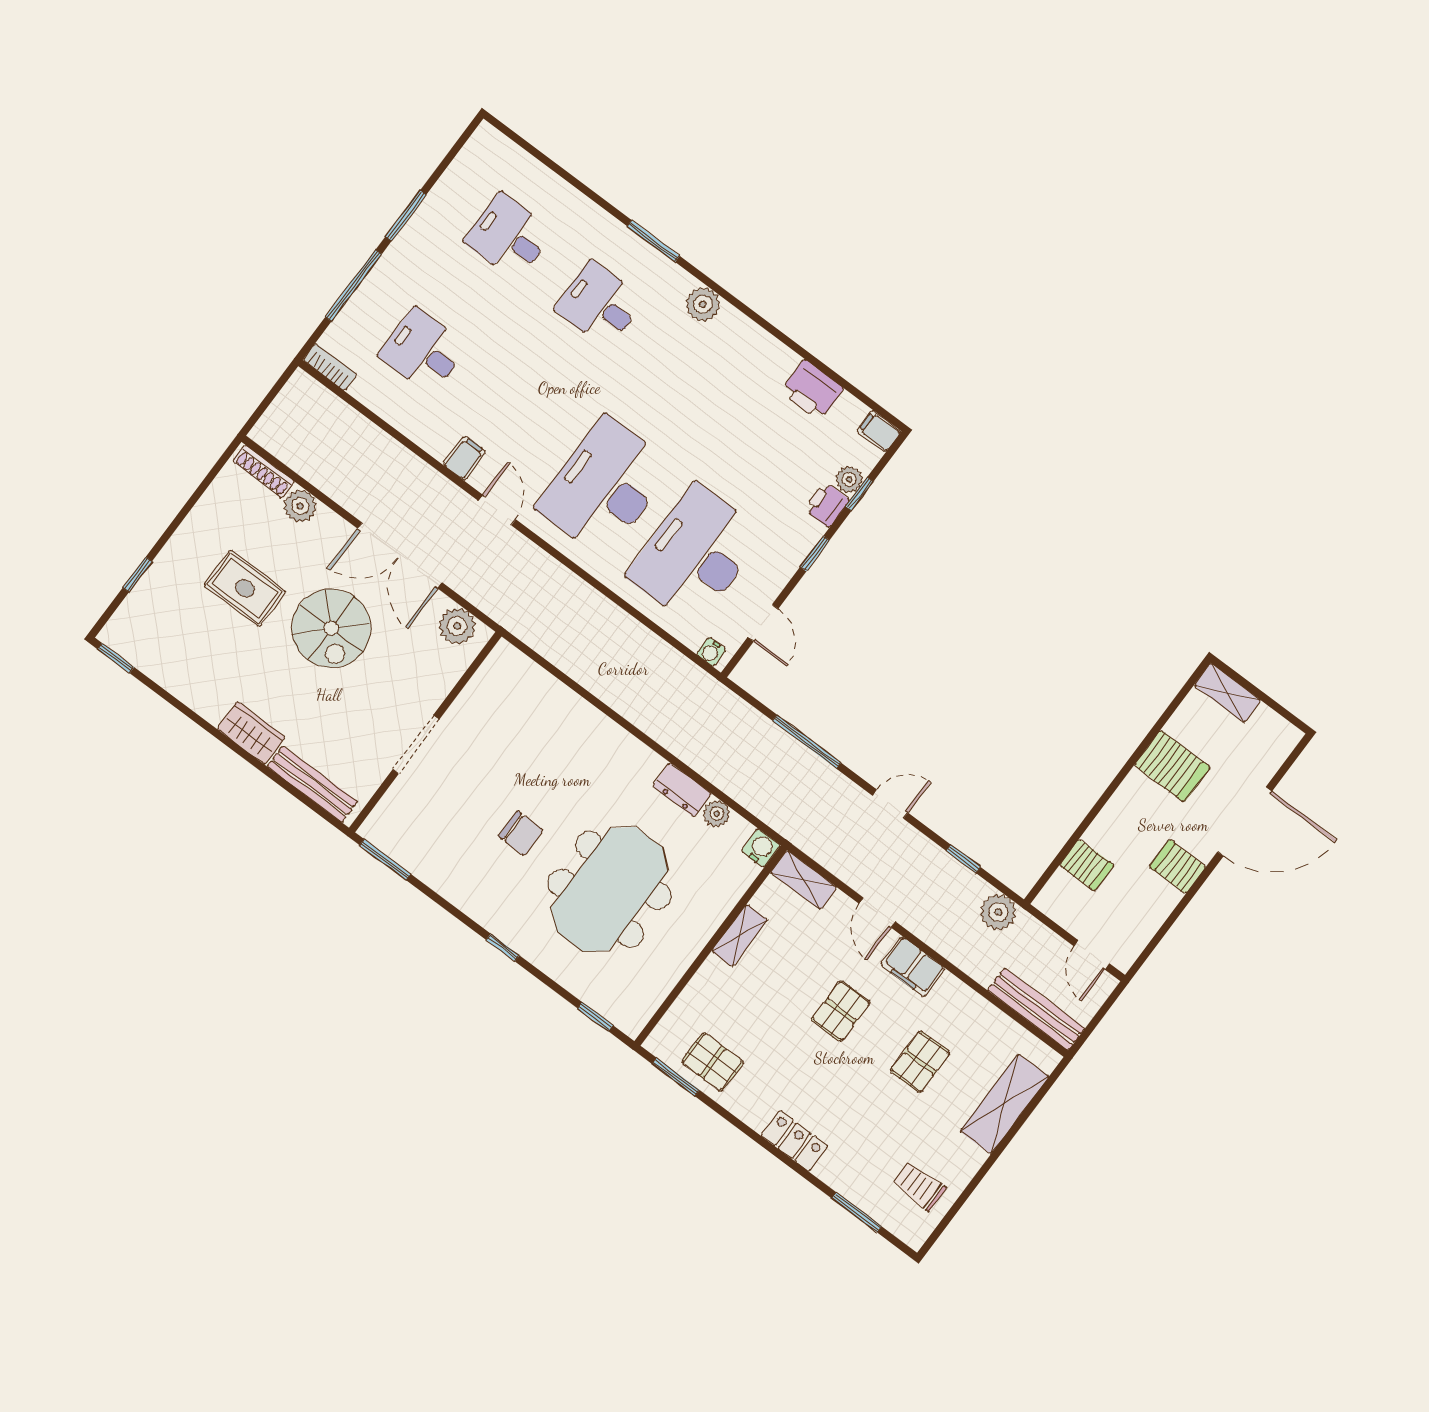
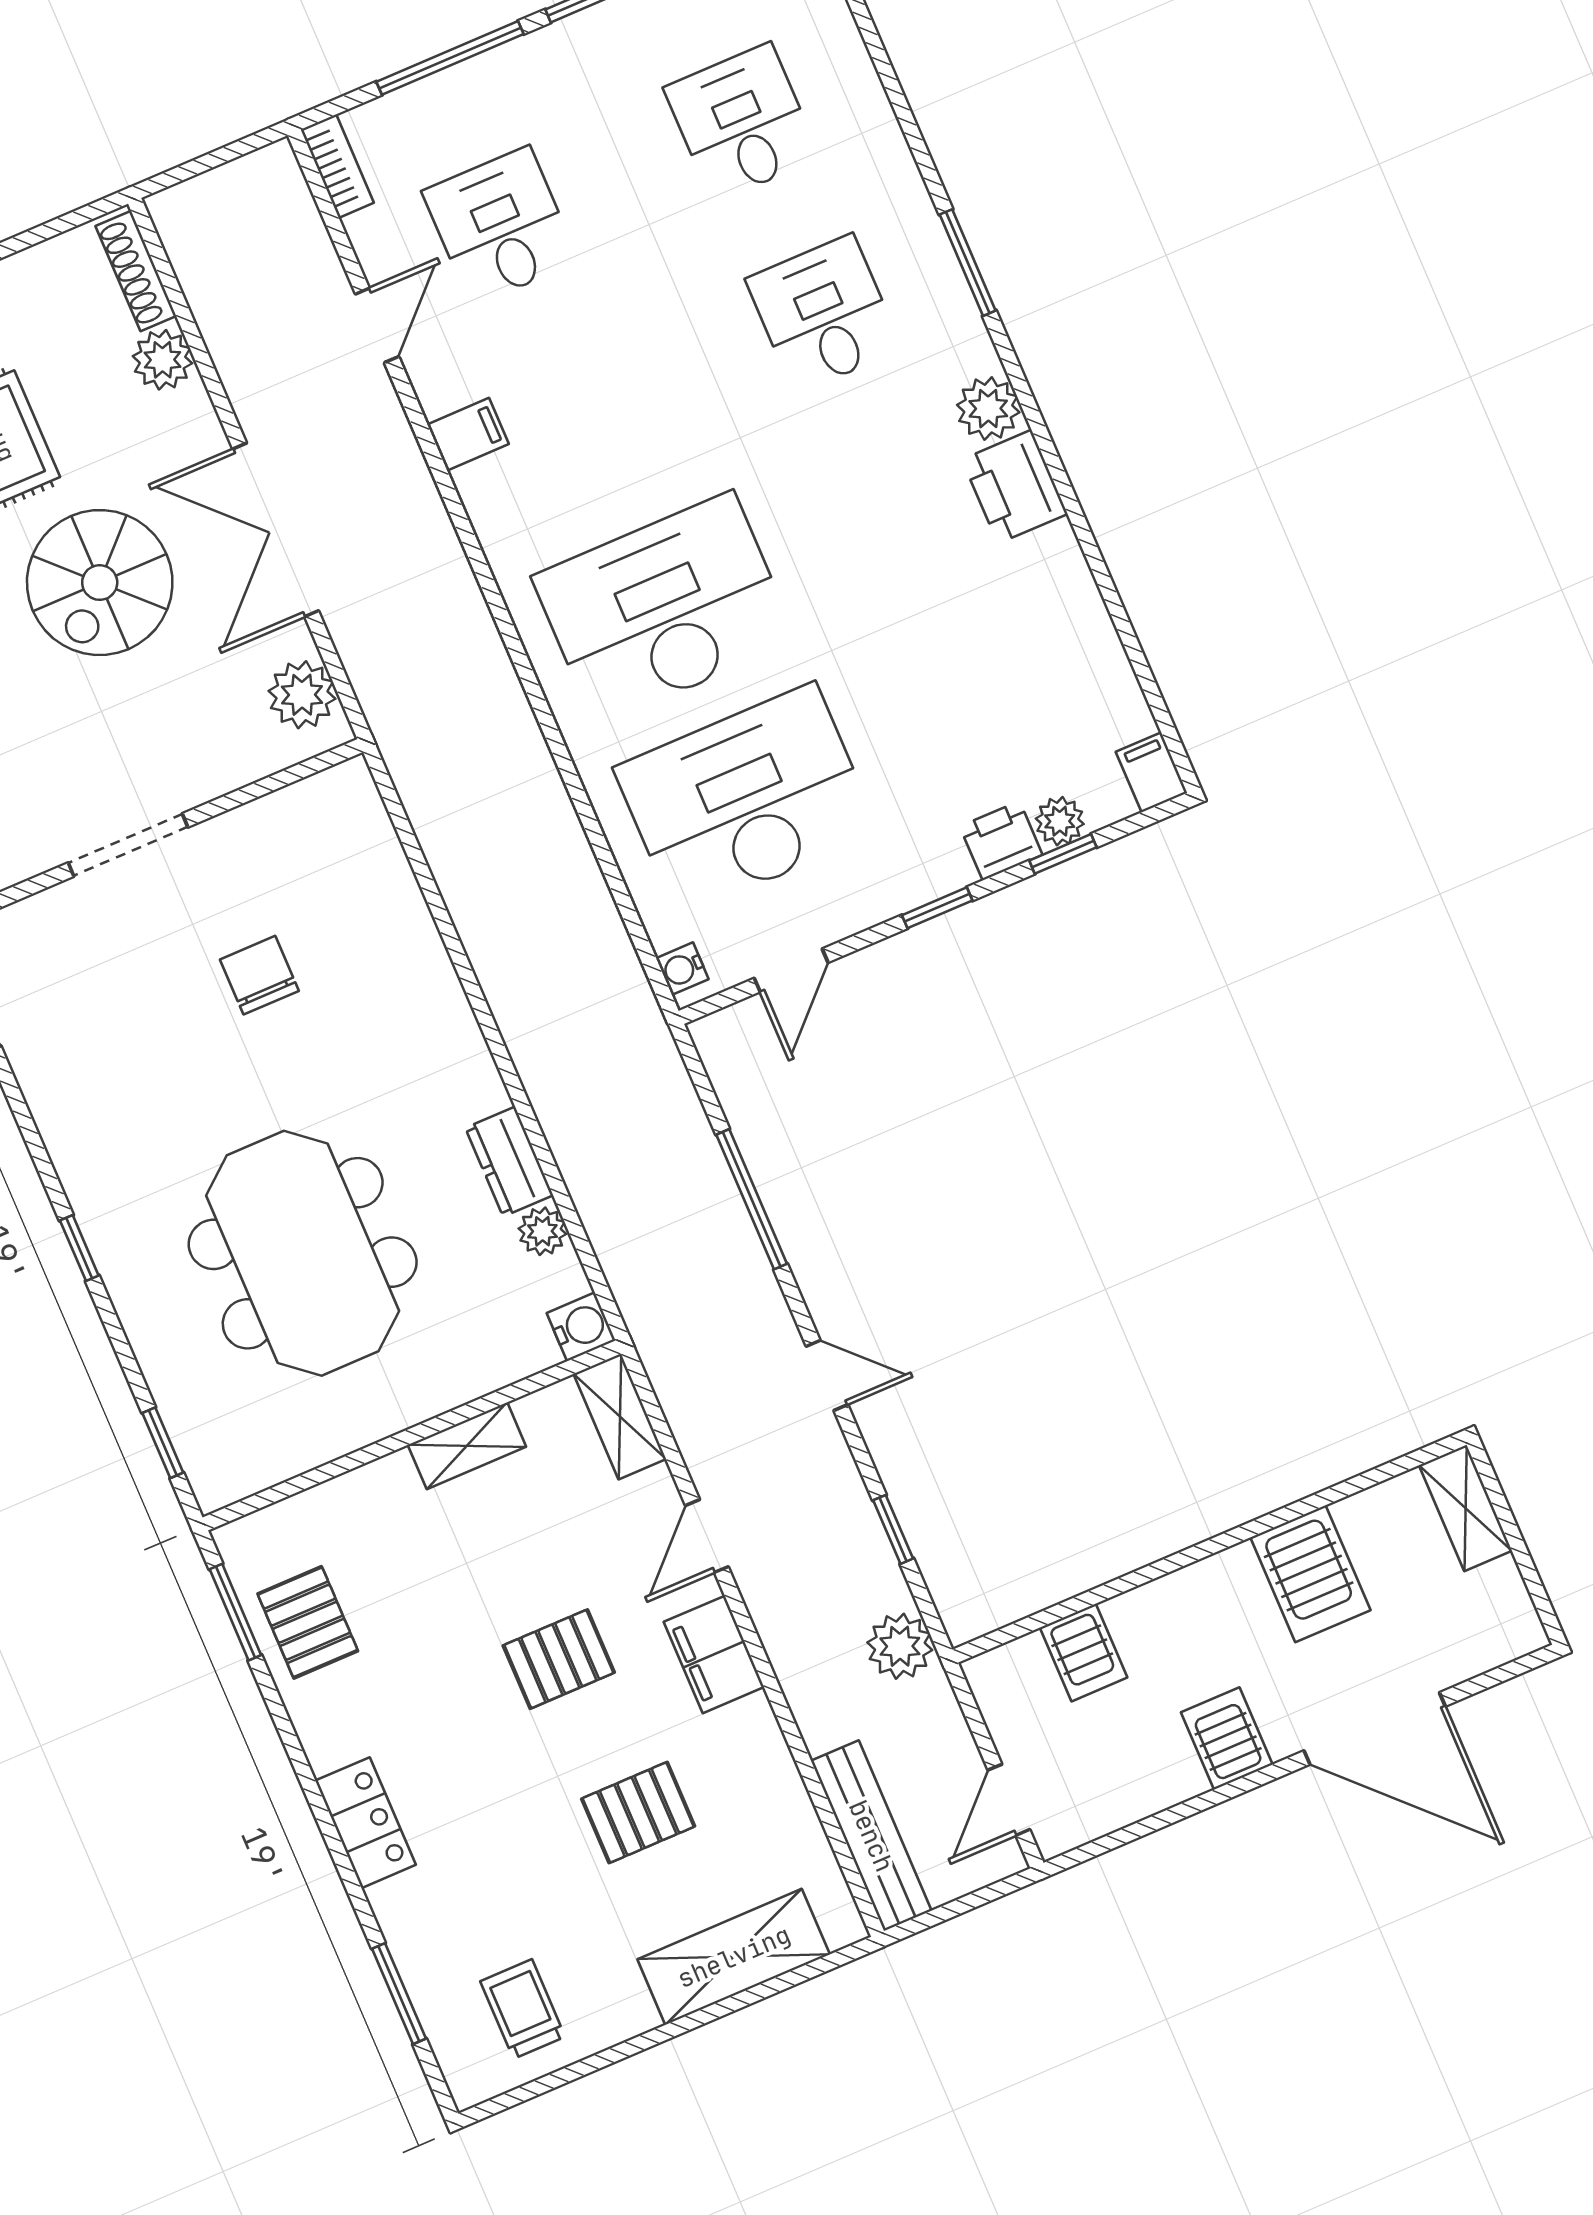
printer: (812, 390) -> (1015, 487), moved
door: (497, 510) -> (377, 325), moved
chair: (521, 833) -> (259, 975), moved, turned 180
meeting table: (610, 889) -> (303, 1253), turned 90

